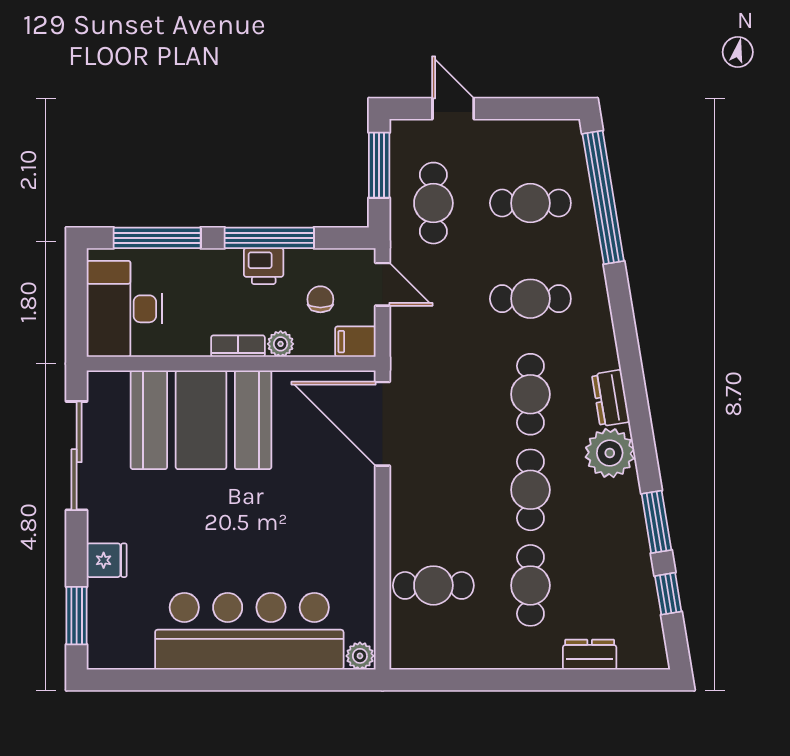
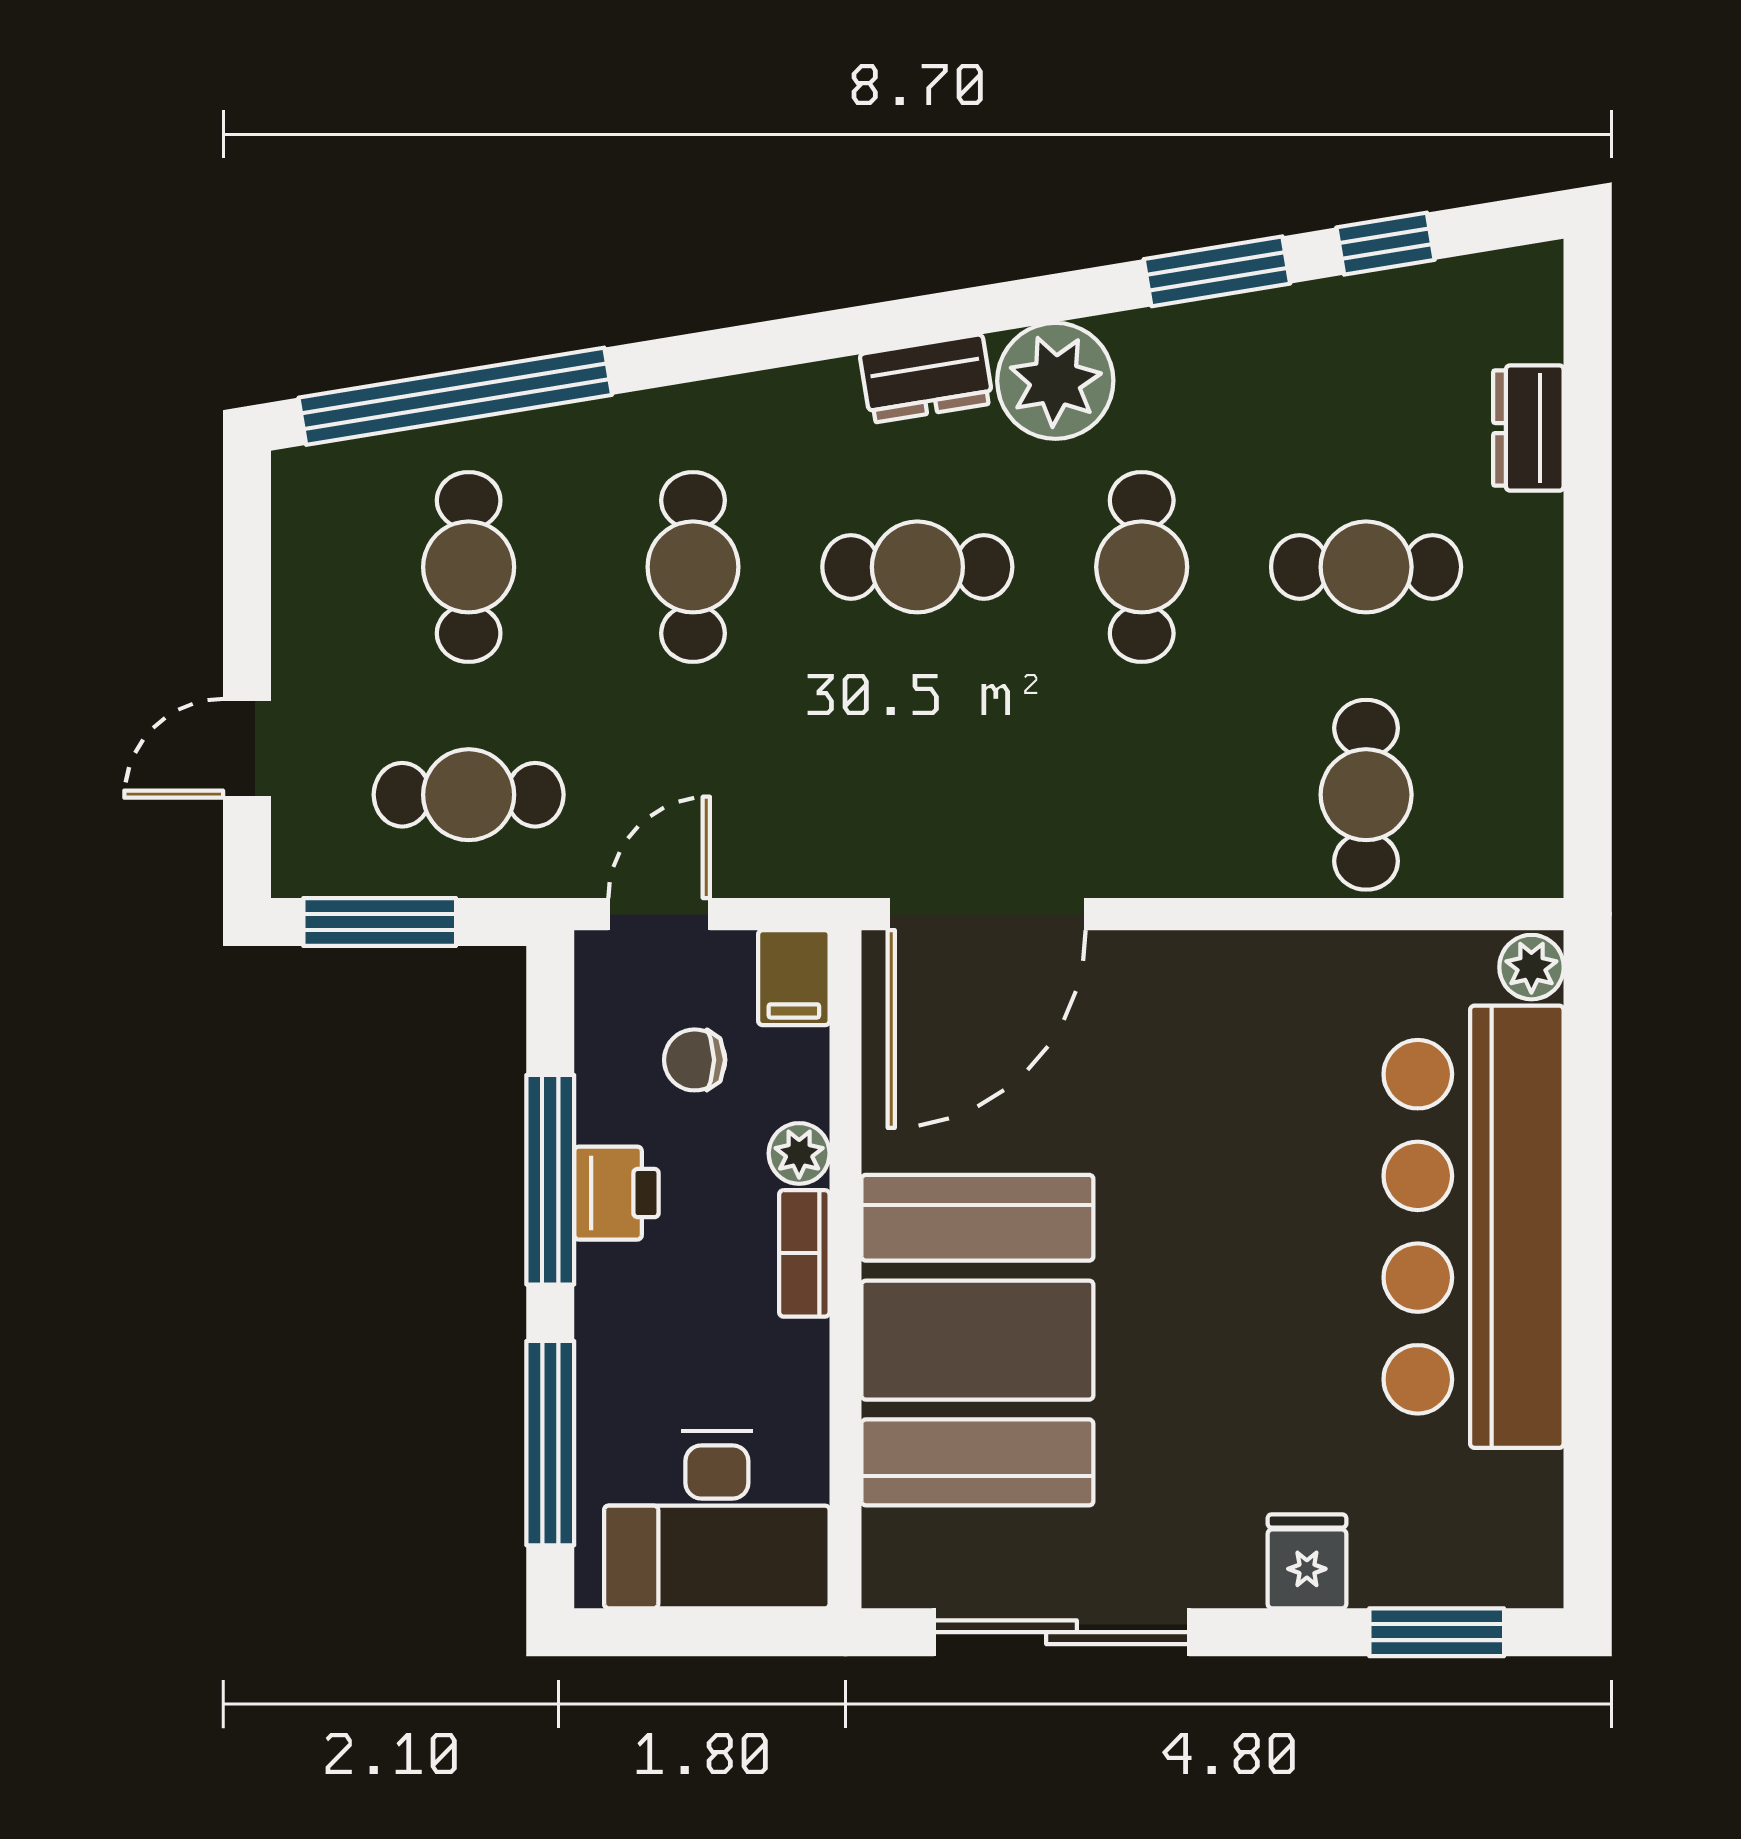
cafe table: (530, 490) -> (1142, 567), turned 90

